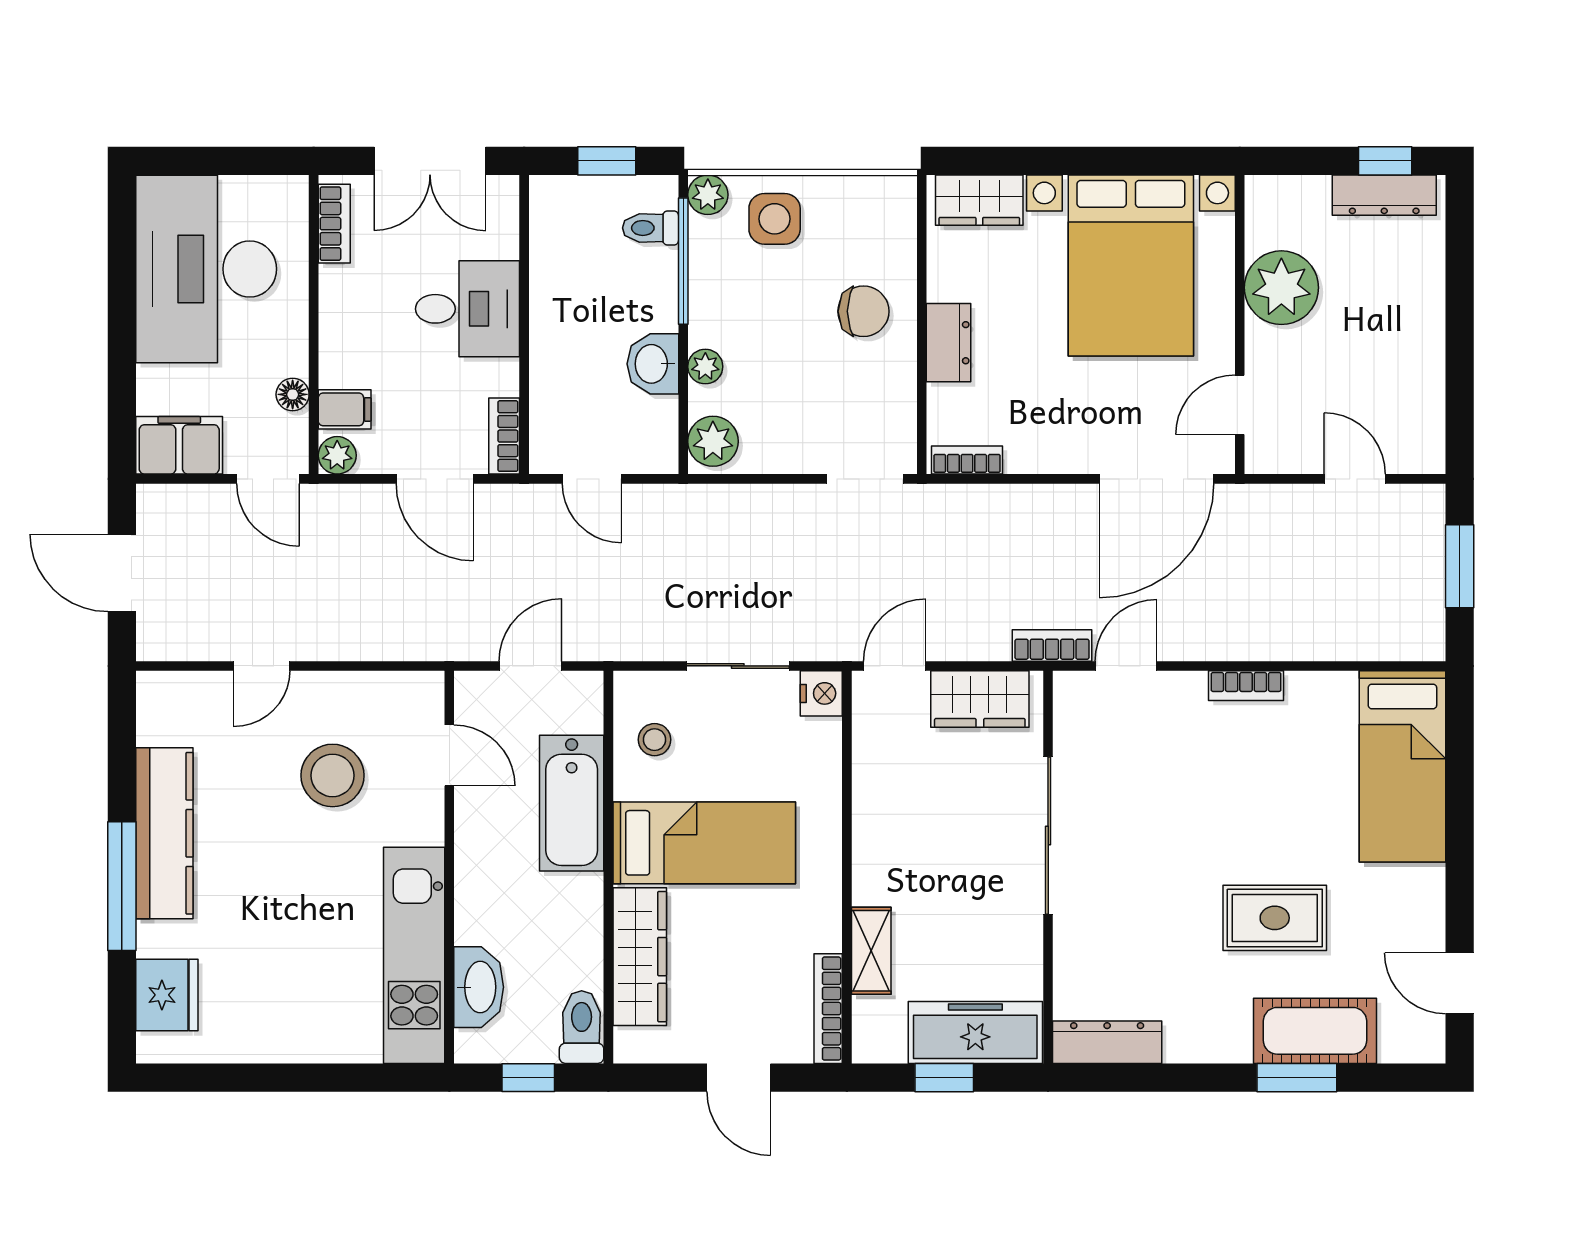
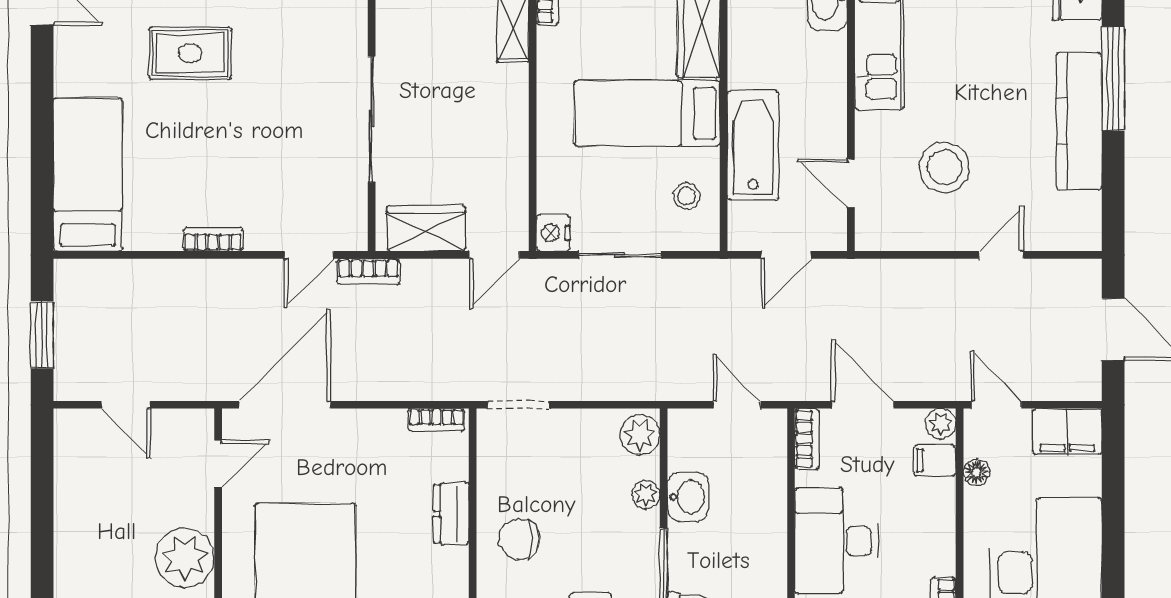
desk: (468, 309) -> (836, 541), width x1.37

